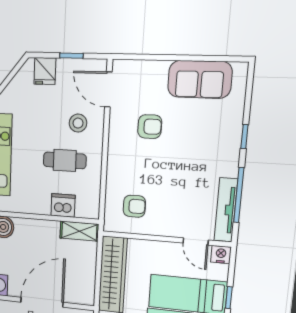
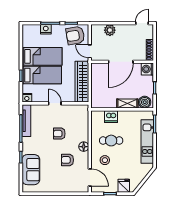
sofa: (200, 79) -> (31, 170), moved, turned 90
floor lamp: (117, 152) -> (84, 147), added
armchair: (134, 206) -> (59, 134), moved
shelving: (79, 231) -> (127, 104), moved
door: (196, 242) -> (55, 103), moved

